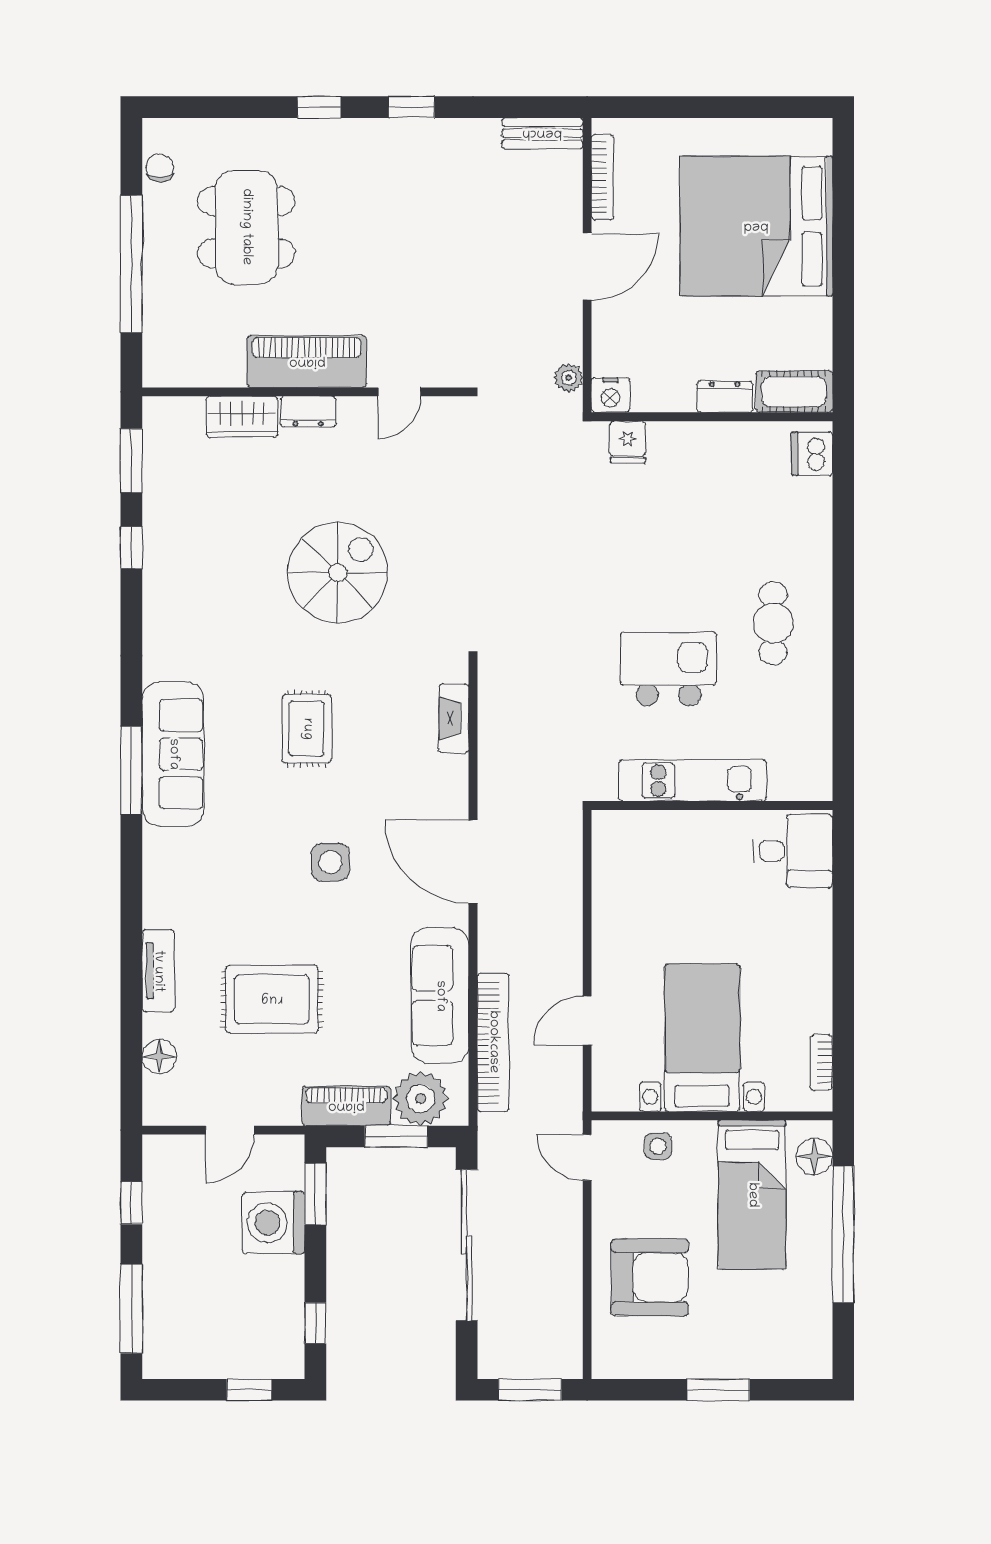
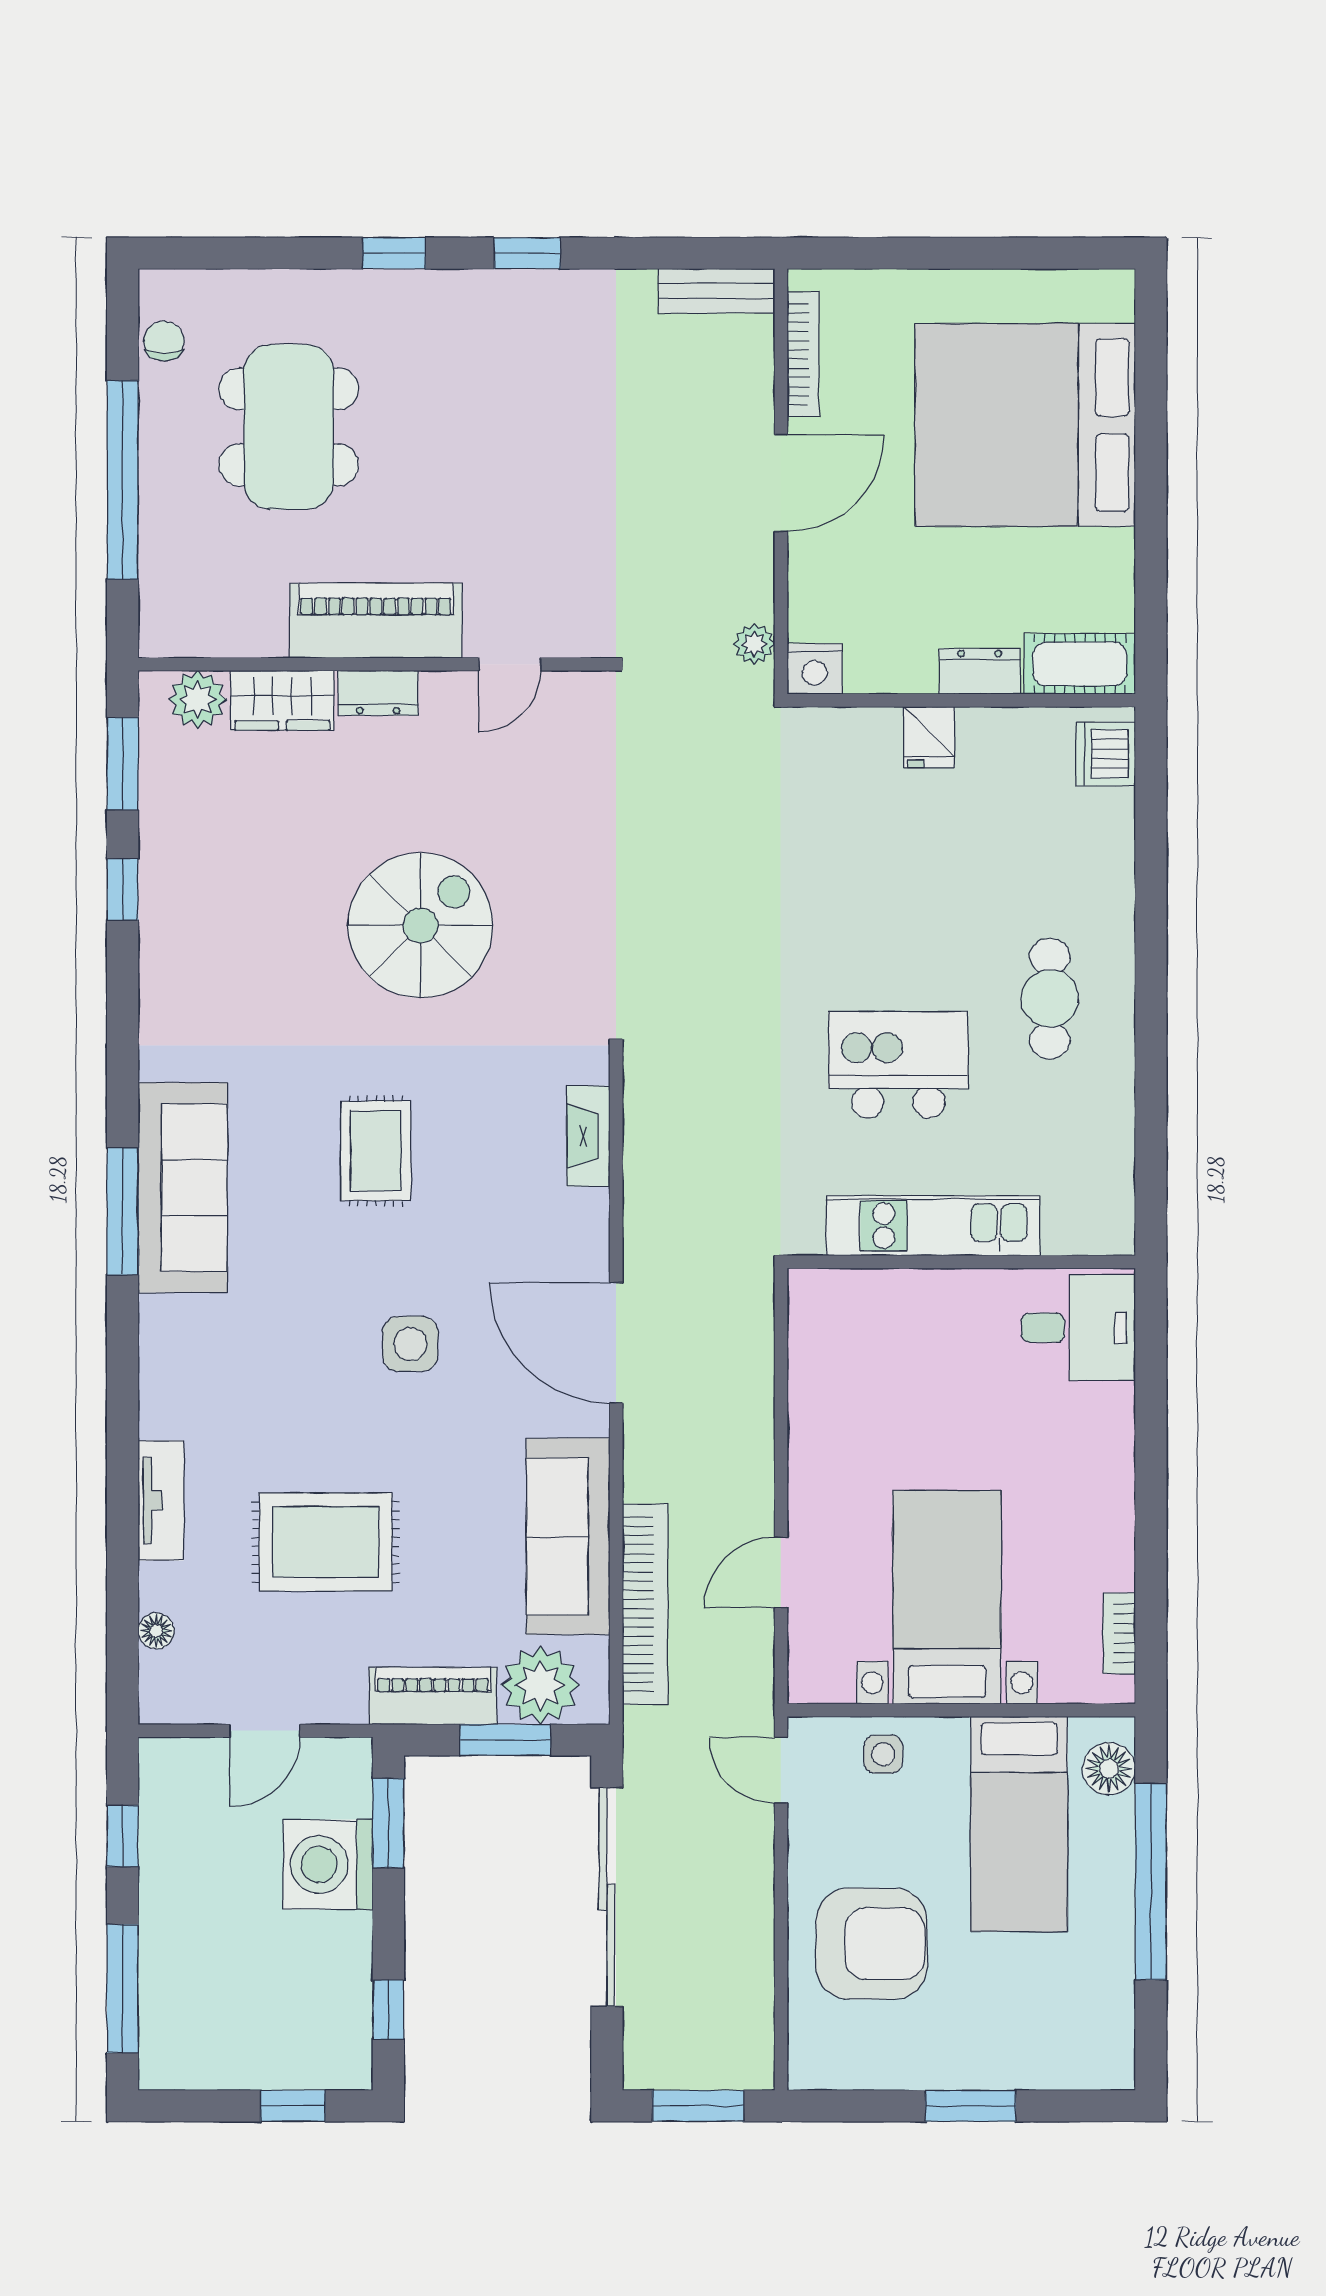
plant: (183, 416) -> (198, 700), added
fridge: (628, 442) -> (929, 737), moved
floor lamp: (159, 1056) -> (156, 1631), width x0.73, depth x0.73

